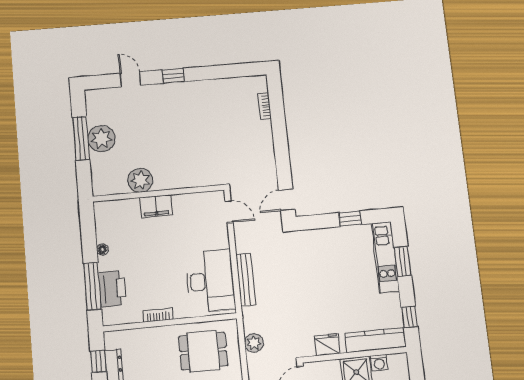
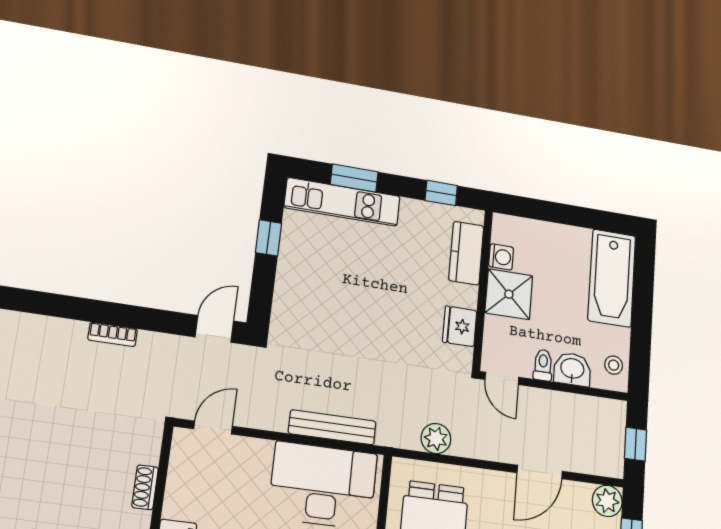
bookcase: (265, 106) -> (113, 334), moved
shoe rack: (186, 182) -> (145, 487), added
door: (287, 200) -> (214, 329), swing flipped
kitchen counter: (375, 340) -> (466, 253), width x0.67

